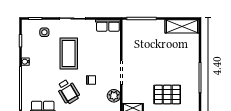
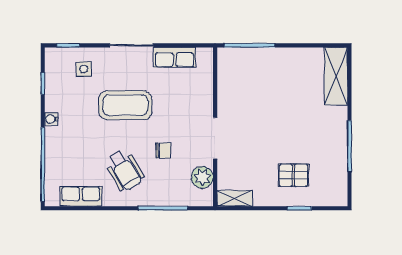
row of seats: (108, 25) -> (175, 57), moved
shelving: (182, 26) -> (336, 76), moved, turned 90
coffee table: (69, 54) -> (125, 105), turned 90
pallet: (167, 95) -> (293, 175), width x0.67, depth x0.71

